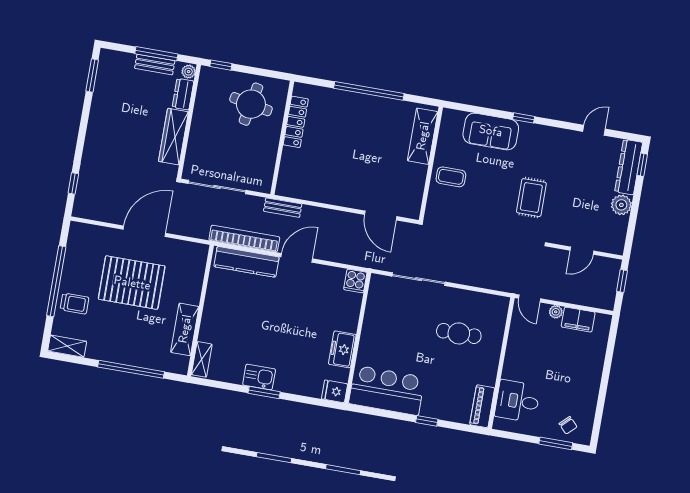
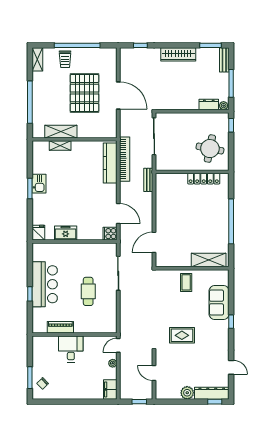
bench: (155, 65) -> (224, 60), moved
wardrobe: (173, 137) -> (178, 54), moved, turned 180
door: (297, 258) -> (118, 214), moved
filing cabinet: (578, 320) -> (110, 389), moved
cafe table: (459, 333) -> (88, 291), moved
shelving: (202, 359) -> (60, 146), moved
bar counter: (387, 390) -> (45, 284), moved
desk: (517, 401) -> (71, 349), moved
piano: (482, 406) -> (60, 327), moved

